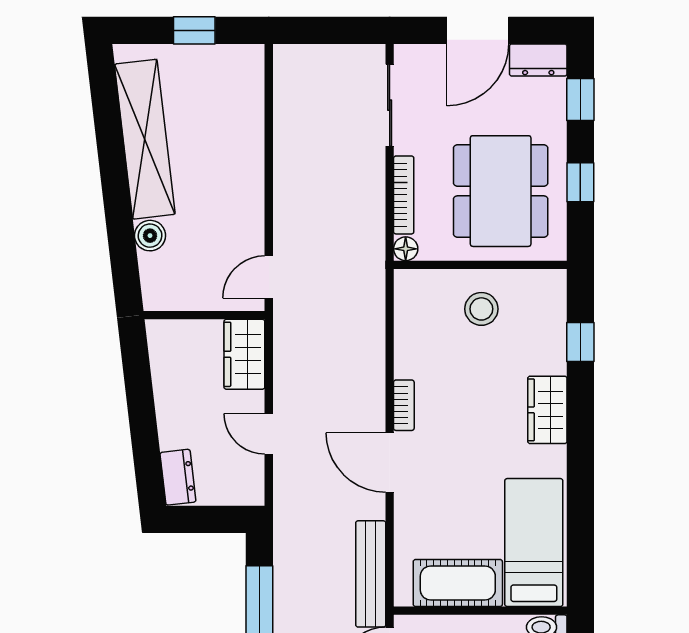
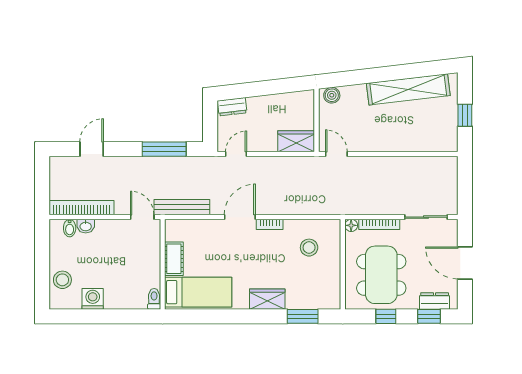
dresser: (538, 60) -> (435, 301), moved, turned 90
dining table: (501, 191) -> (381, 275), turned 90
boiler: (150, 236) -> (332, 95), moved
stool: (481, 309) -> (309, 248), moved
window: (580, 342) -> (303, 316), width x1.50
door: (269, 434) -> (236, 154), moved
cot: (458, 583) -> (174, 259), width x0.73, depth x0.75

